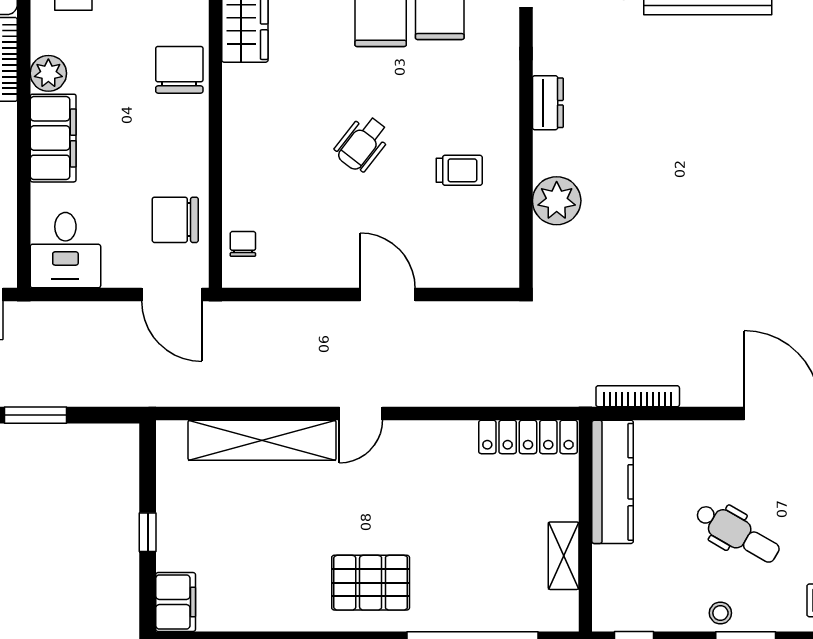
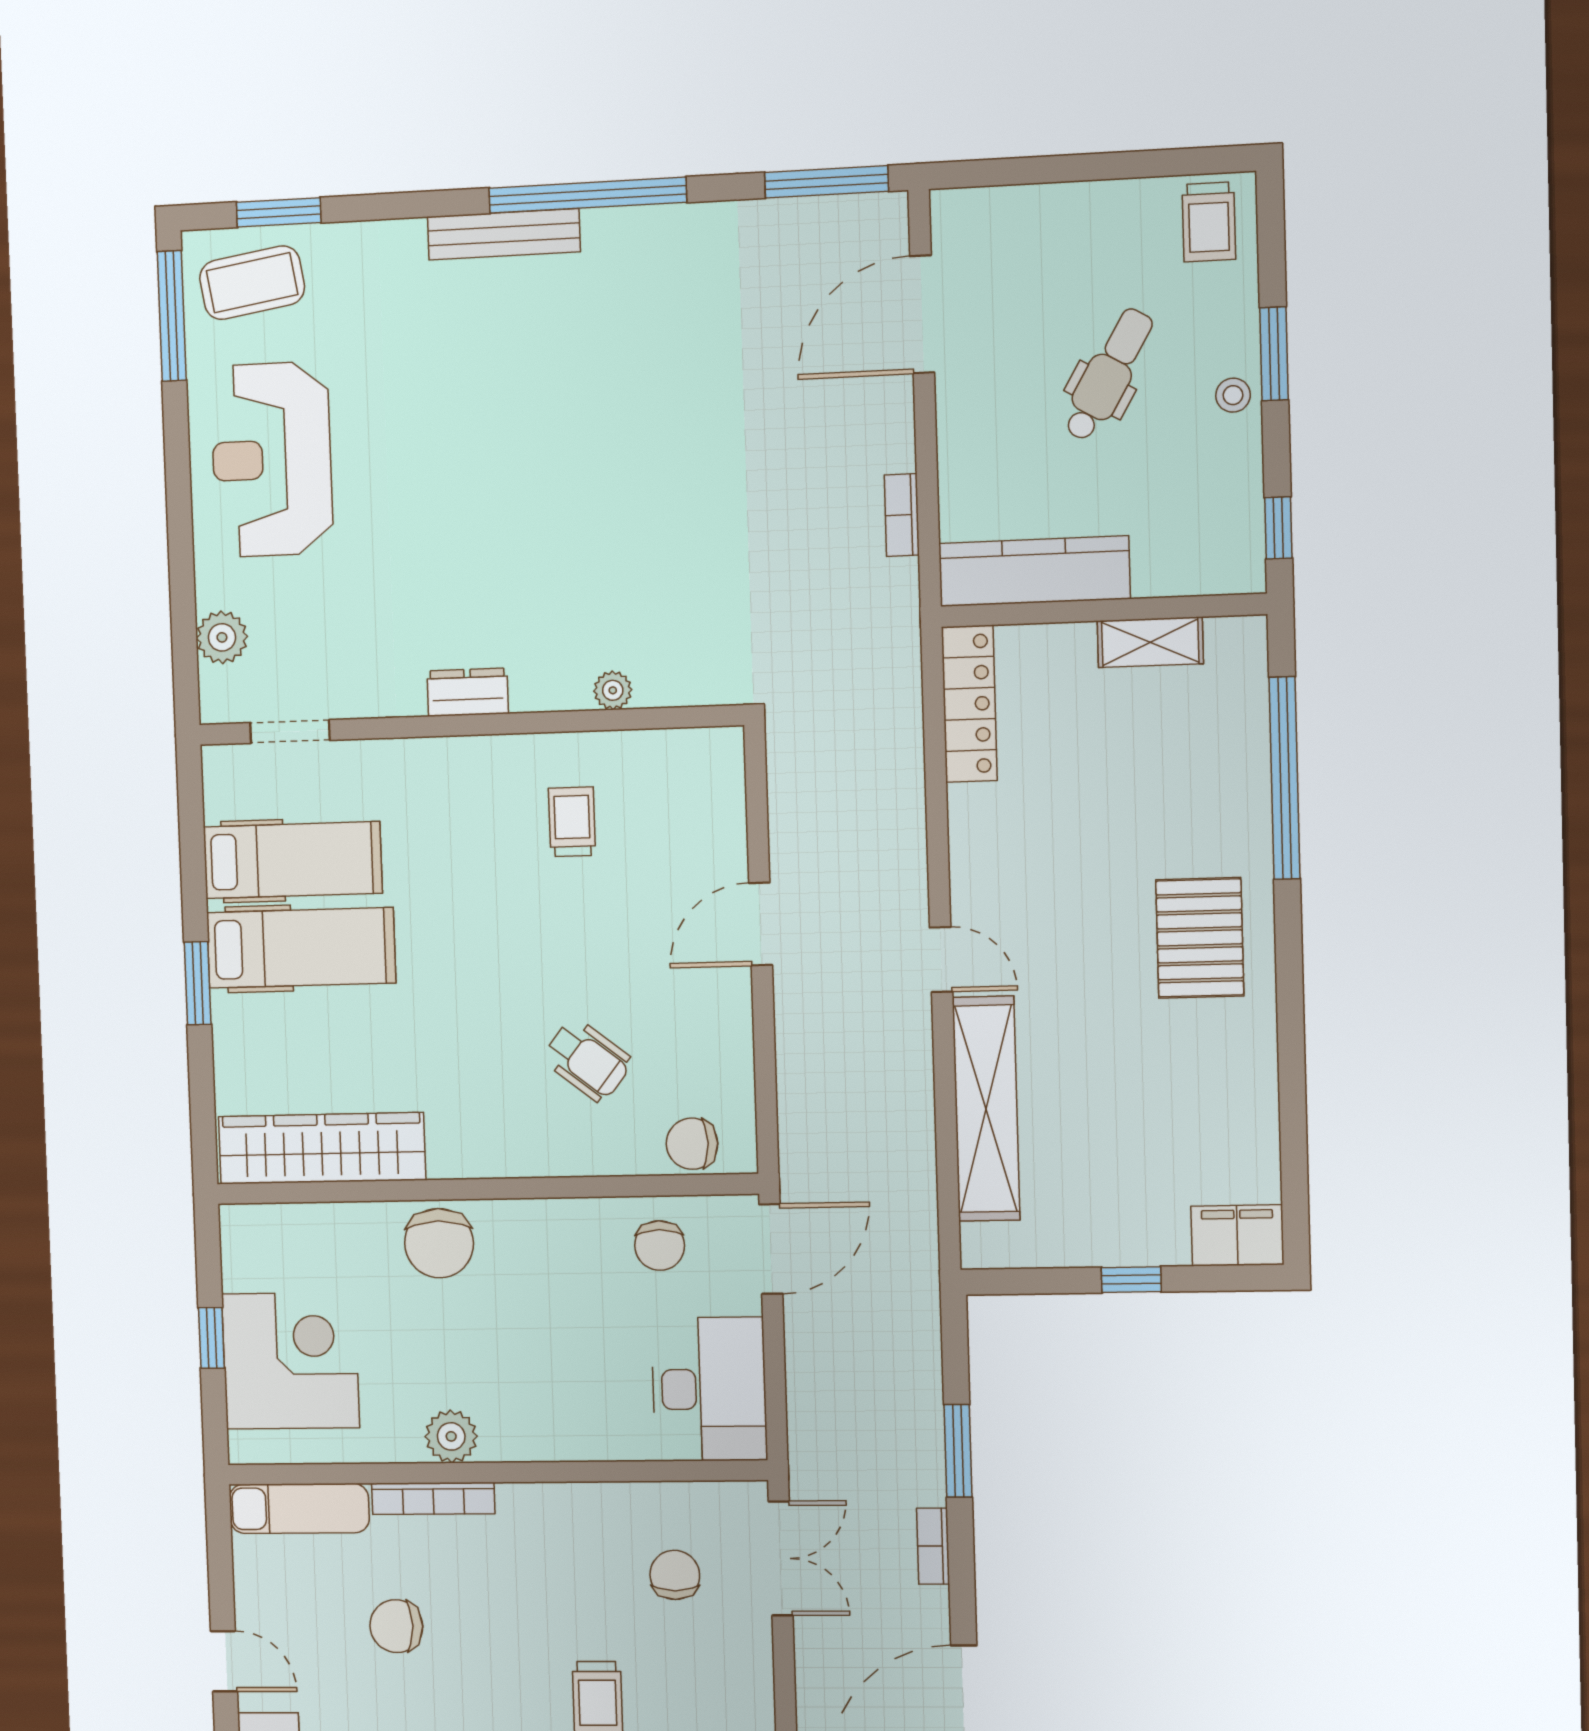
chair: (179, 70) -> (439, 1243), turned -90
filing cabinet: (53, 138) -> (545, 1428), removed
wheelchair: (362, 143) -> (587, 1060), moved
plant: (557, 201) -> (613, 690), width x0.53, depth x0.53
chair: (175, 220) -> (660, 1246), width x0.73, depth x0.73
chair: (243, 244) -> (692, 1144), width x1.37, depth x1.37
desk: (65, 250) -> (709, 1389), width x1.37
bookcase: (638, 396) -> (902, 515), width x0.64

